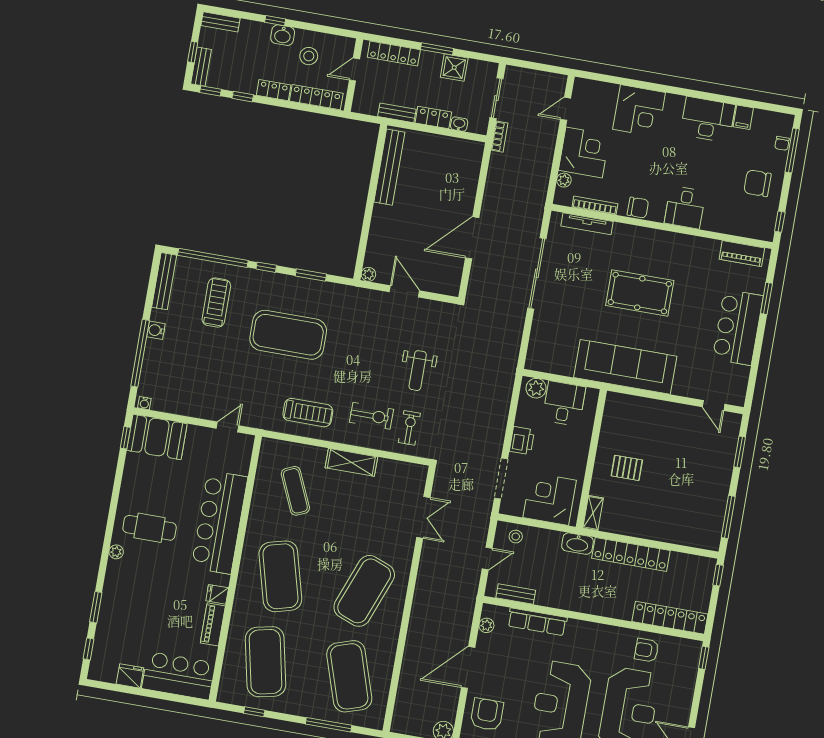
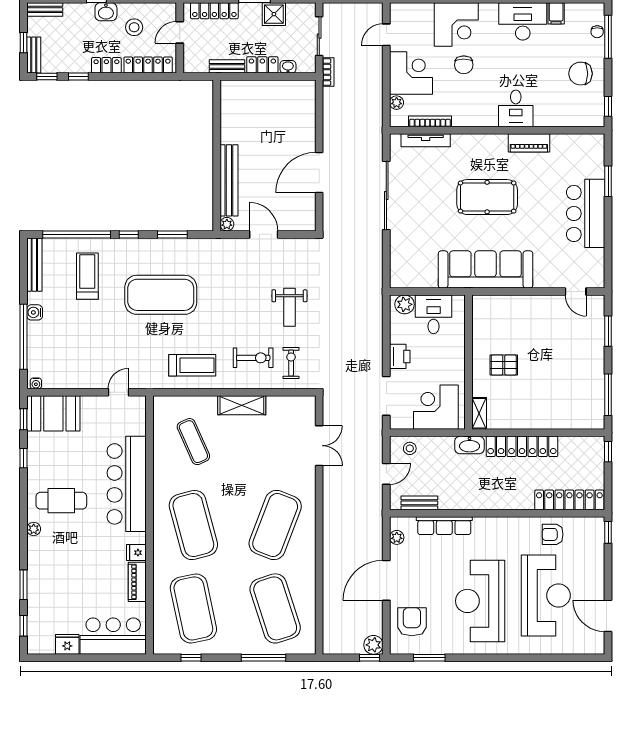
bench: (389, 167) -> (229, 180), moved
chair: (638, 208) -> (464, 65), moved, turned 90
piano: (742, 254) -> (529, 143), moved
window: (118, 478) -> (23, 458), added

